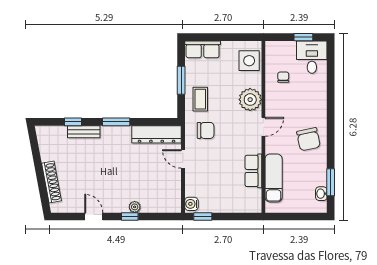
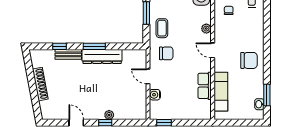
plant: (250, 100) -> (206, 29), width x0.53, depth x0.53
door: (263, 127) -> (213, 50), swing flipped
dresser: (157, 134) -> (102, 57), moved
chair: (308, 139) -> (249, 60), turned -78
shoe rack: (51, 182) -> (40, 84), moved
water cooler: (191, 204) -> (155, 95), moved

